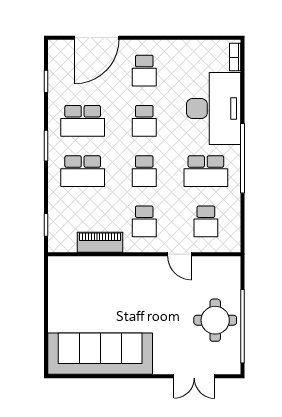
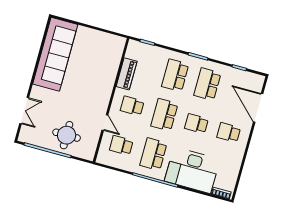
school desk: (144, 171) -> (164, 115), width x1.85
door: (179, 254) -> (105, 123), swing flipped
round table: (215, 320) -> (67, 135), moved
double door: (194, 376) -> (24, 111), swing flipped

